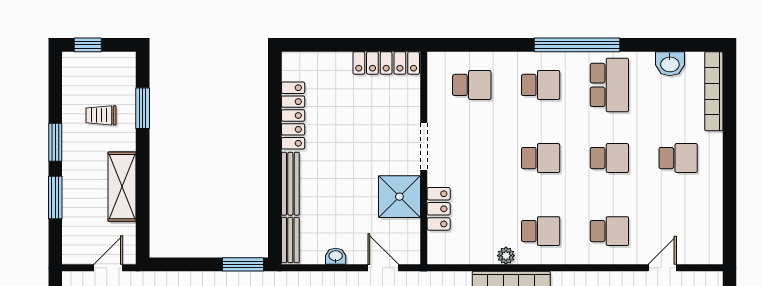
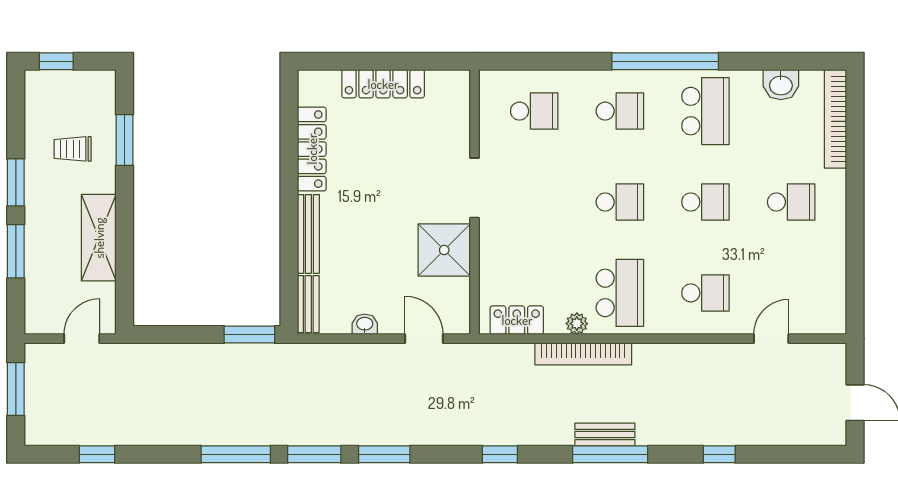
locker: (386, 63) -> (383, 84), moved
locker: (439, 209) -> (517, 320), moved, turned -90
school desk: (541, 231) -> (620, 293), width x1.85

